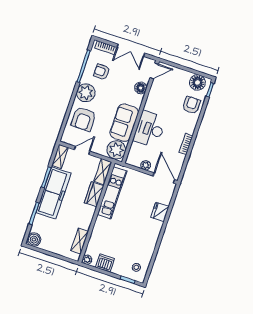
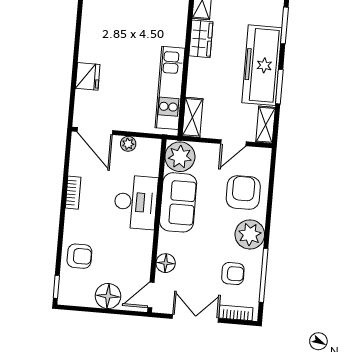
floor lamp: (197, 82) -> (108, 296), moved
armchair: (191, 105) -> (79, 256), turned -90
wardrobe: (94, 194) -> (201, 39), moved

